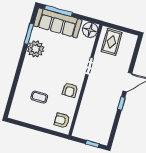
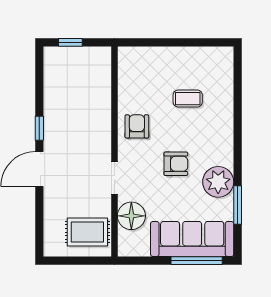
floor lamp: (90, 30) -> (131, 216), moved
rug: (112, 42) -> (87, 232), turned 90
armchair: (62, 121) -> (176, 164), moved

